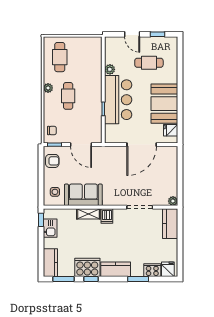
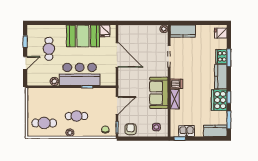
sofa: (83, 195) -> (159, 93), moved
cooker: (152, 270) -> (221, 56), moved

